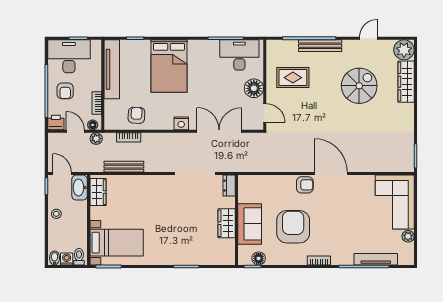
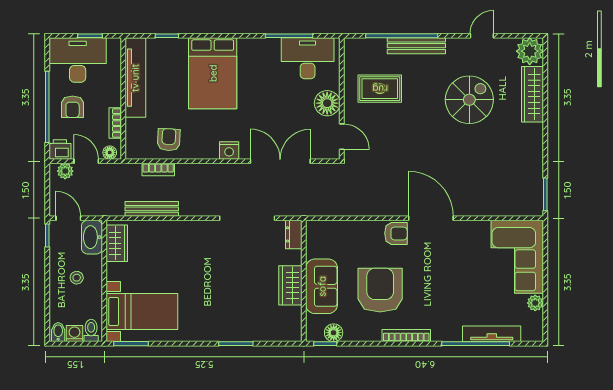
plant: (96, 139) -> (65, 171), moved
stool: (56, 214) -> (77, 278), moved
bookcase: (319, 260) -> (406, 336), width x1.56

